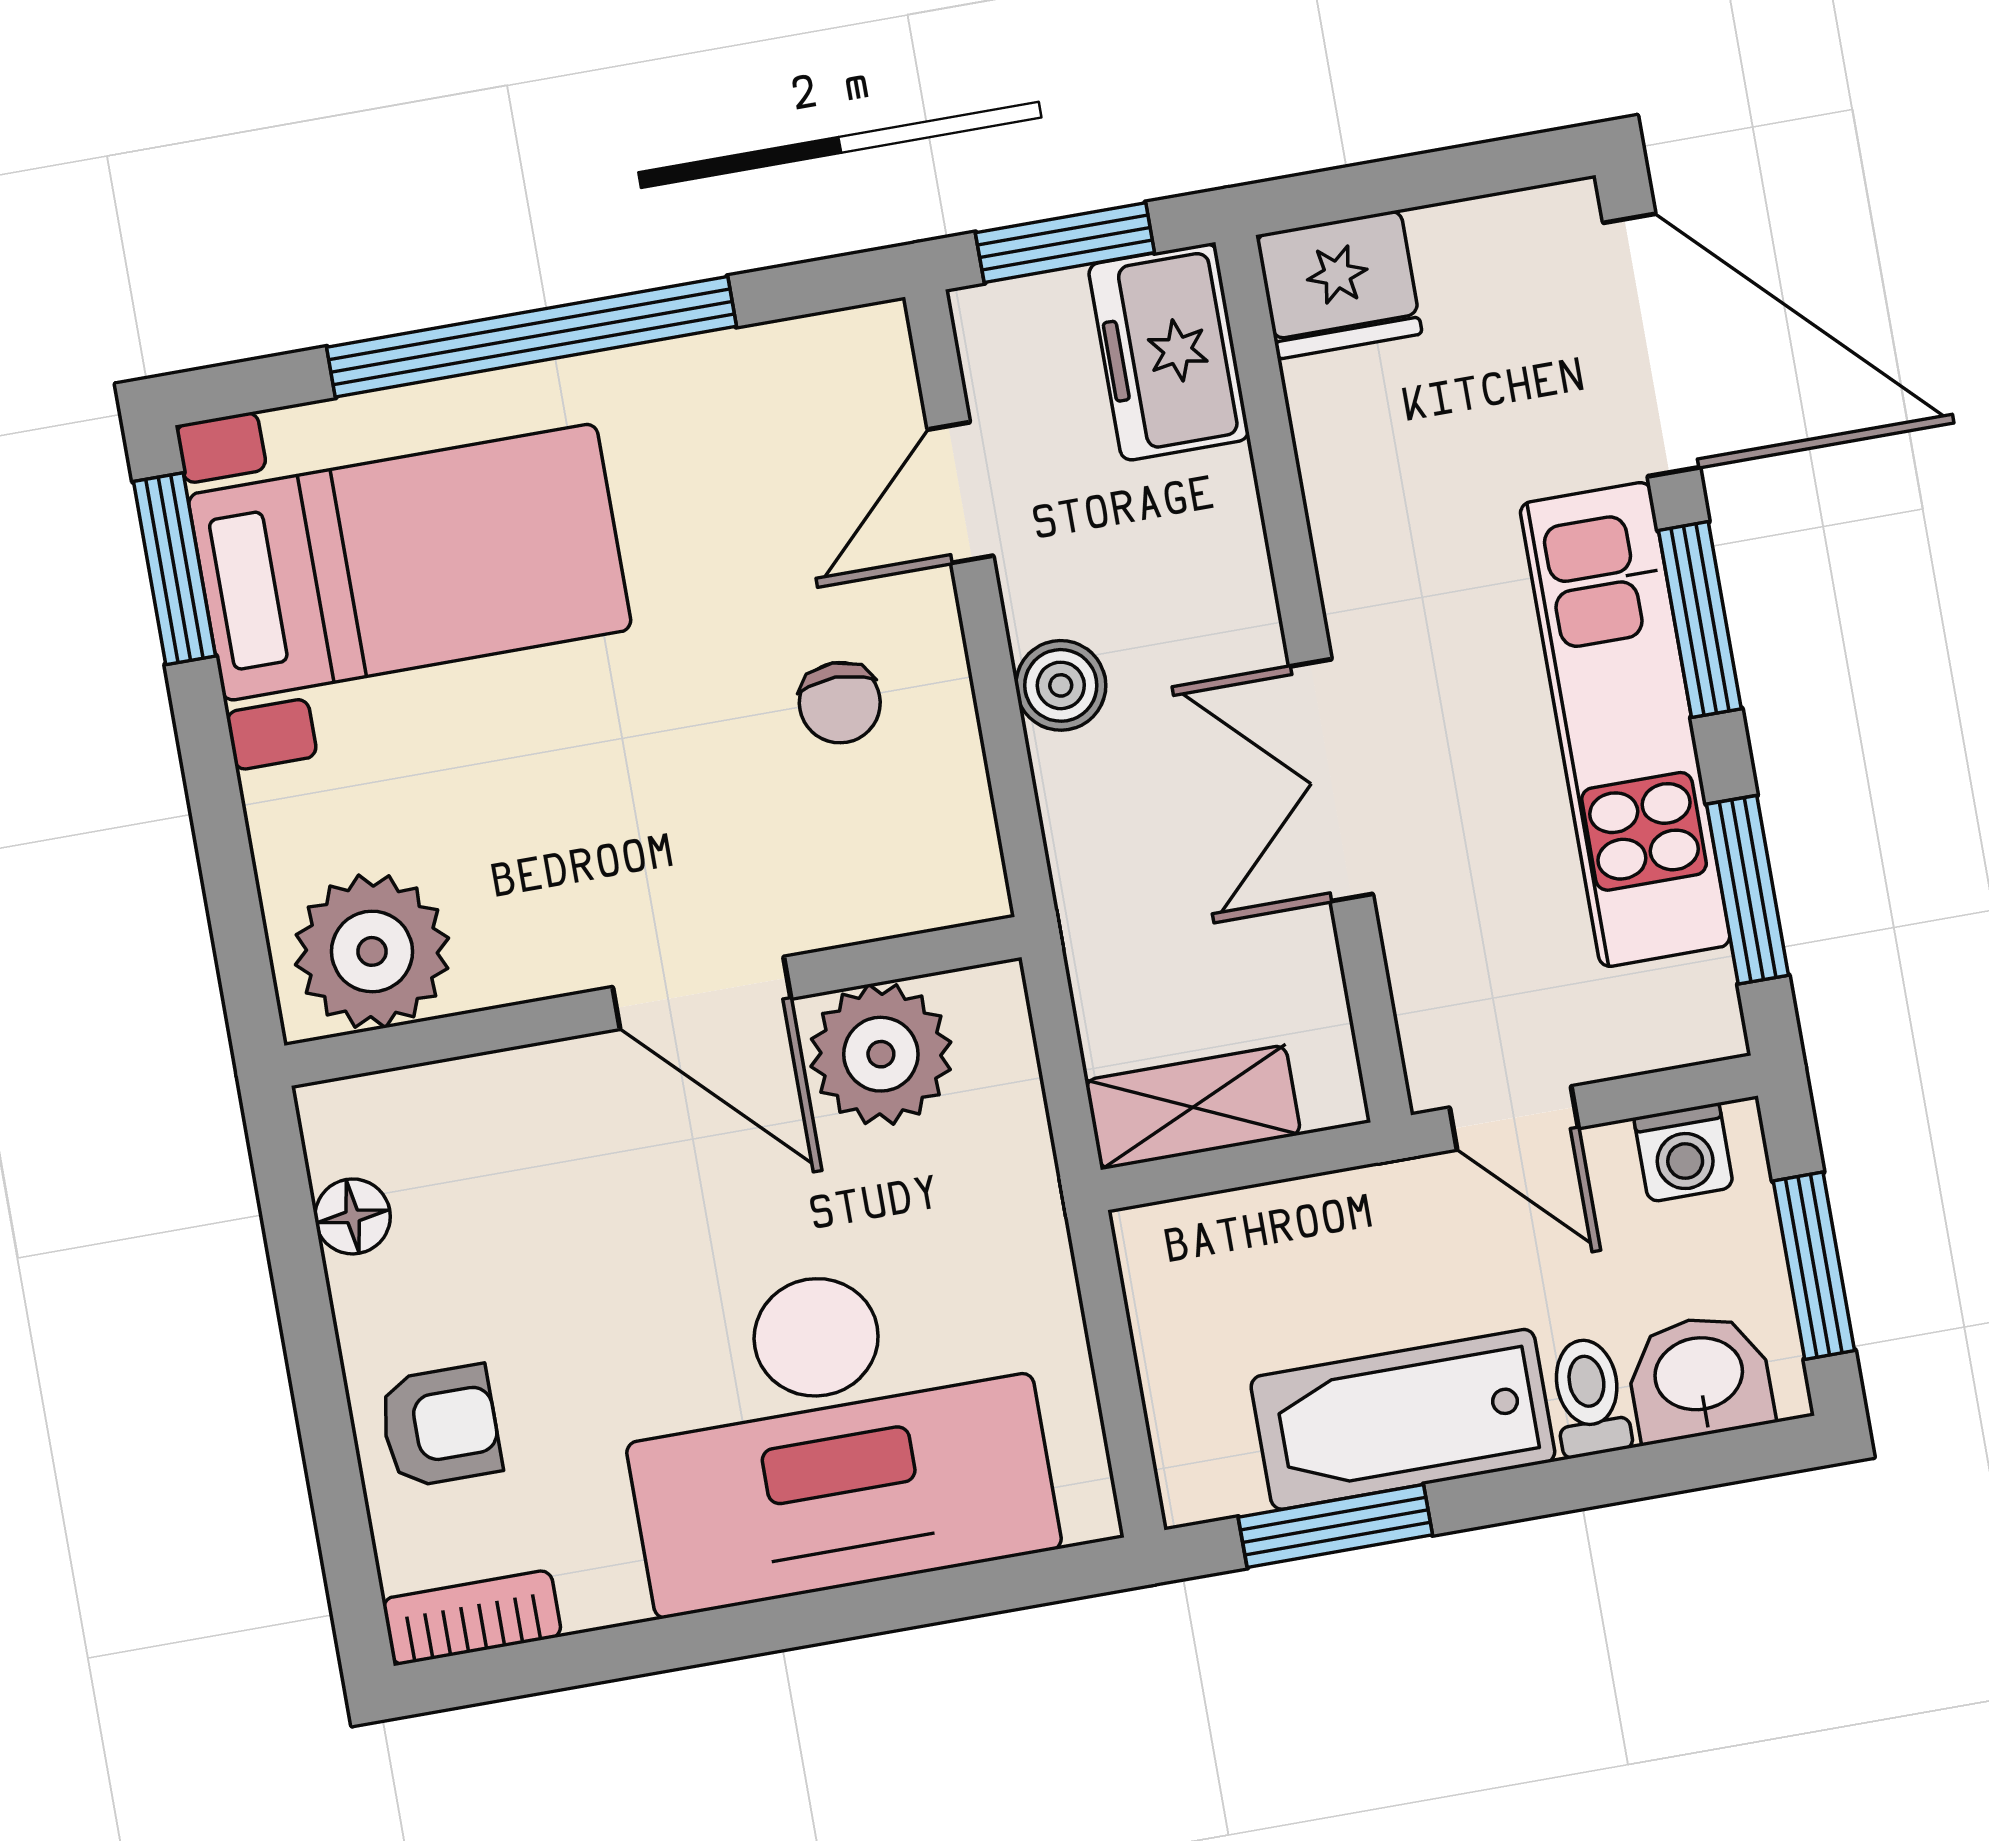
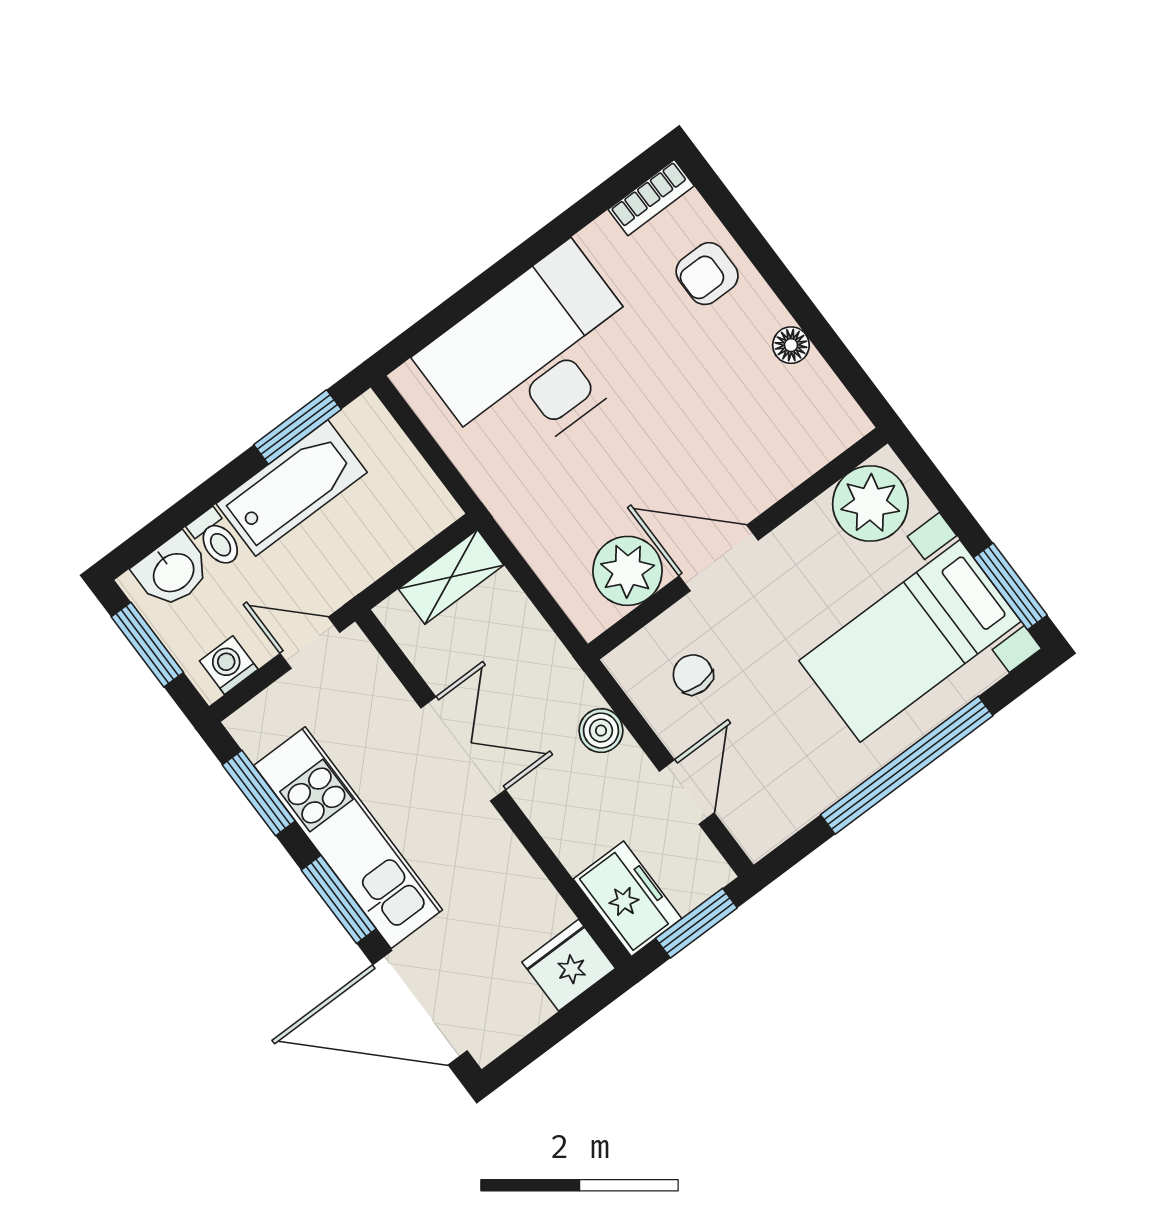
plant: (372, 951) -> (870, 504), moved
door: (702, 993) -> (719, 558), moved
wall: (653, 1001) -> (738, 544), moved
plant: (881, 1054) -> (627, 571), moved

